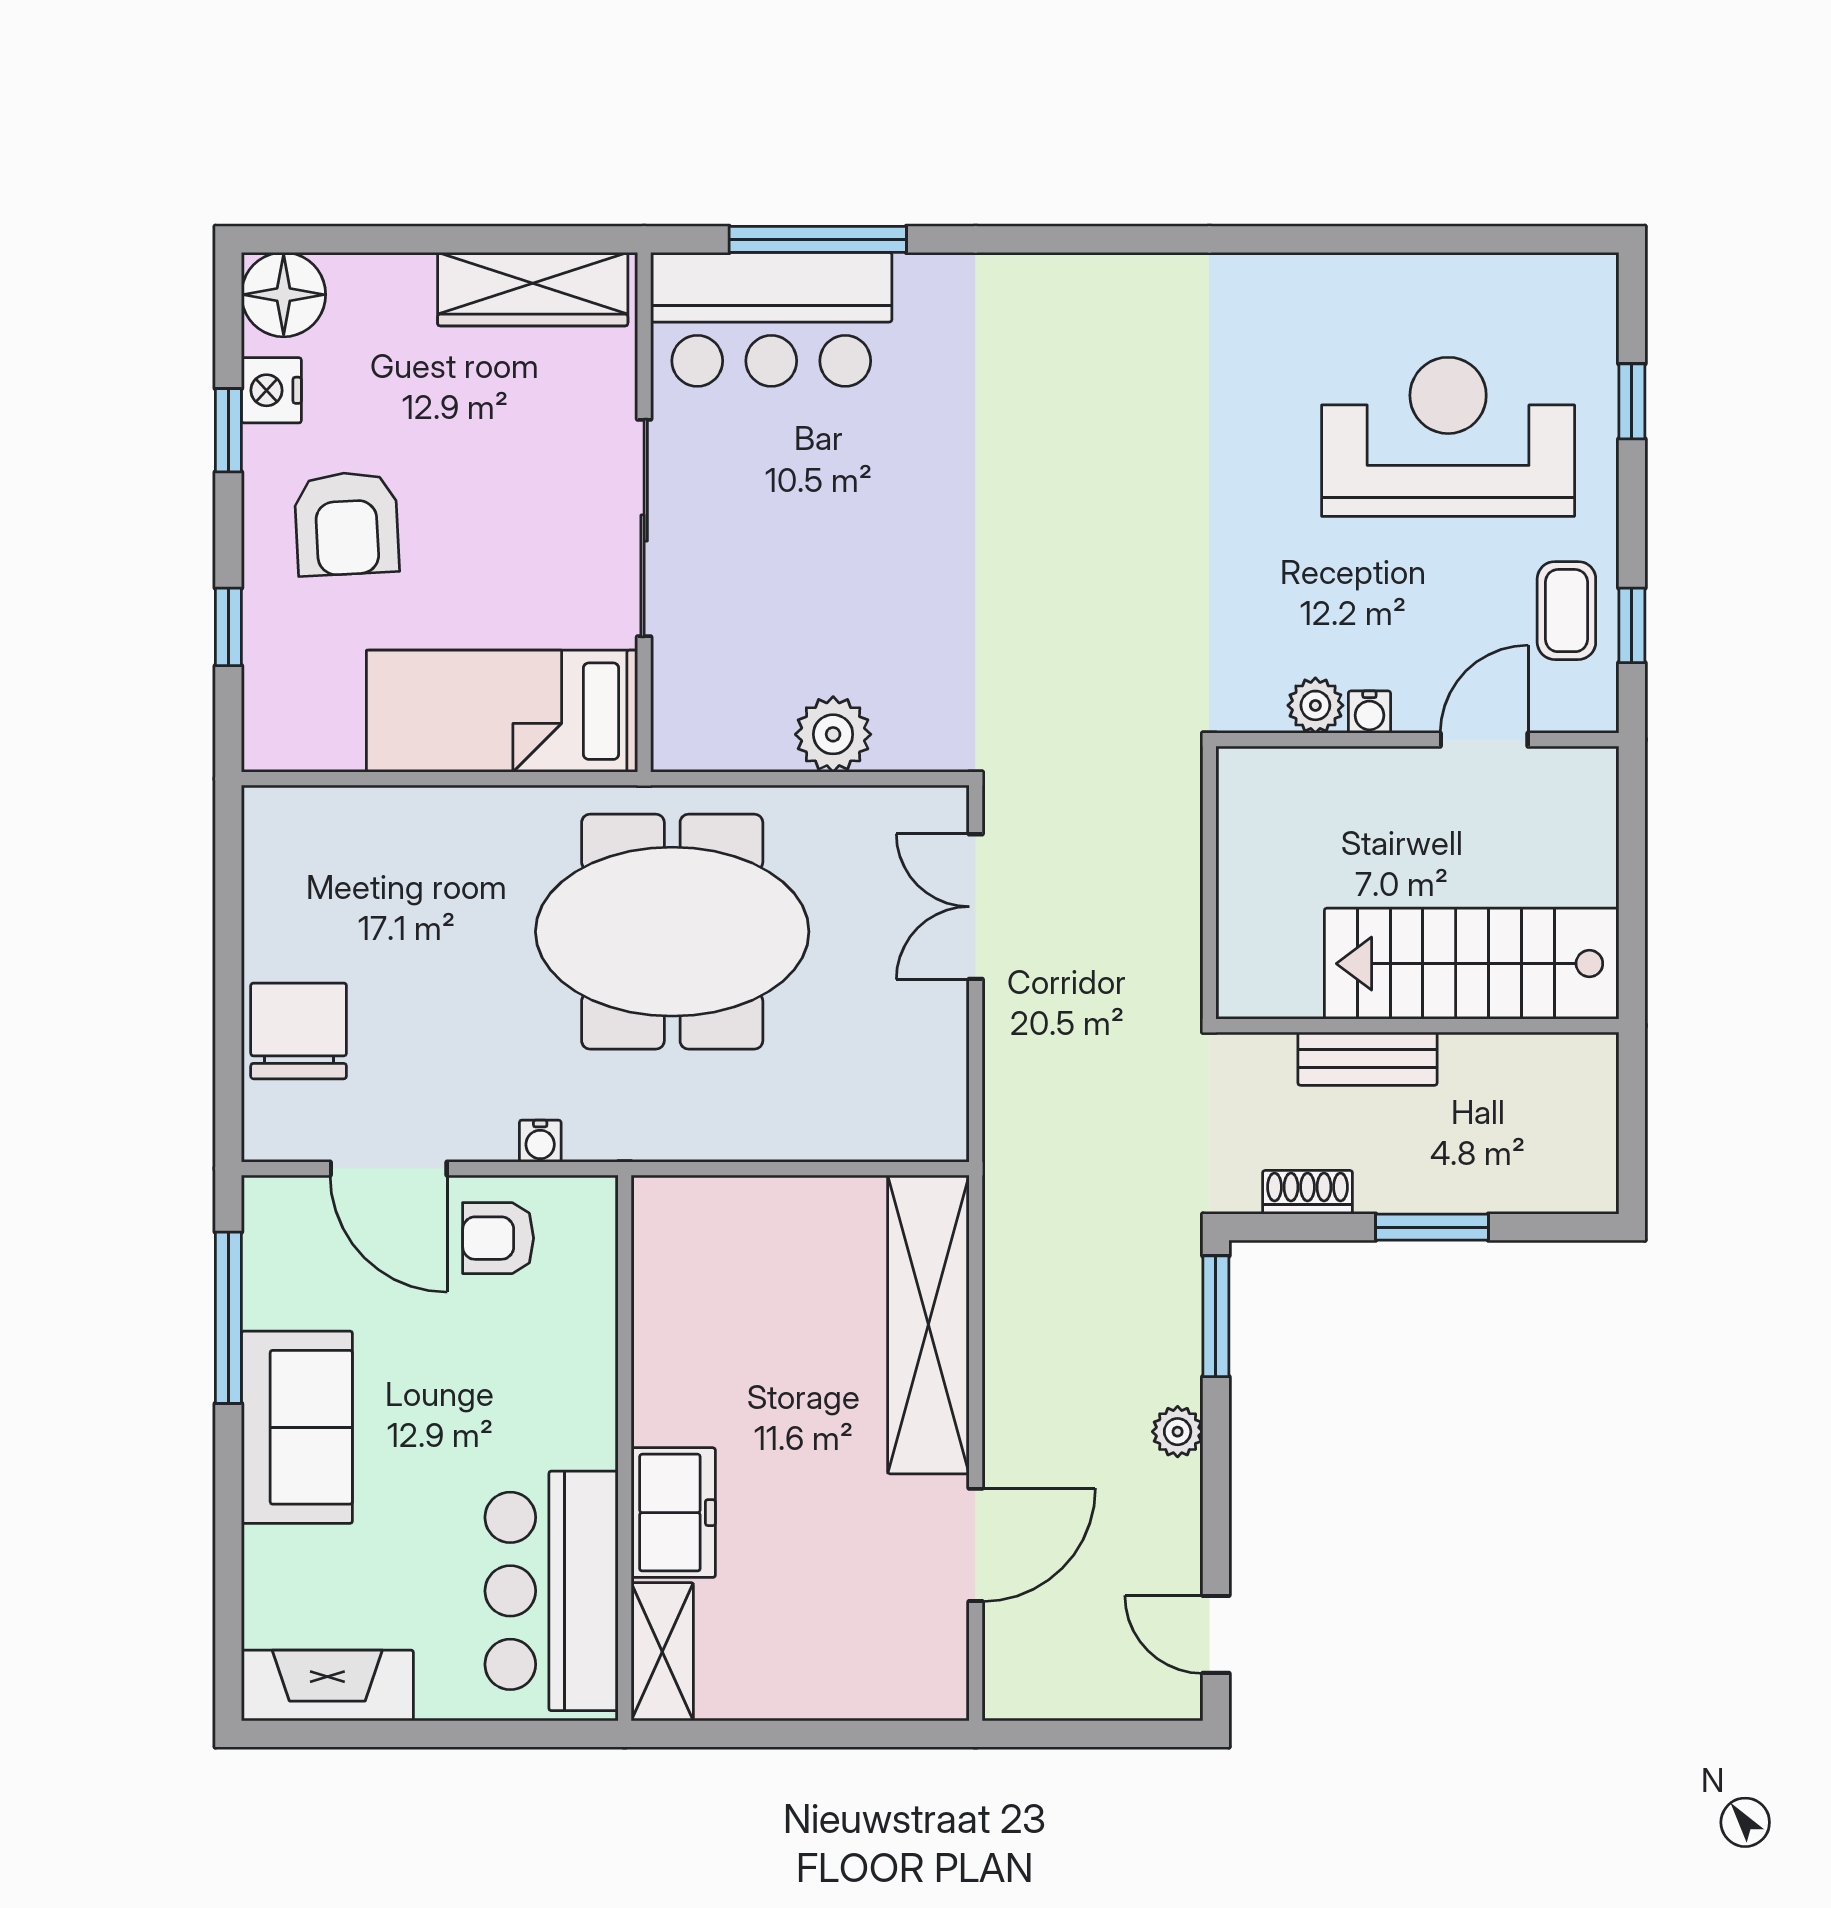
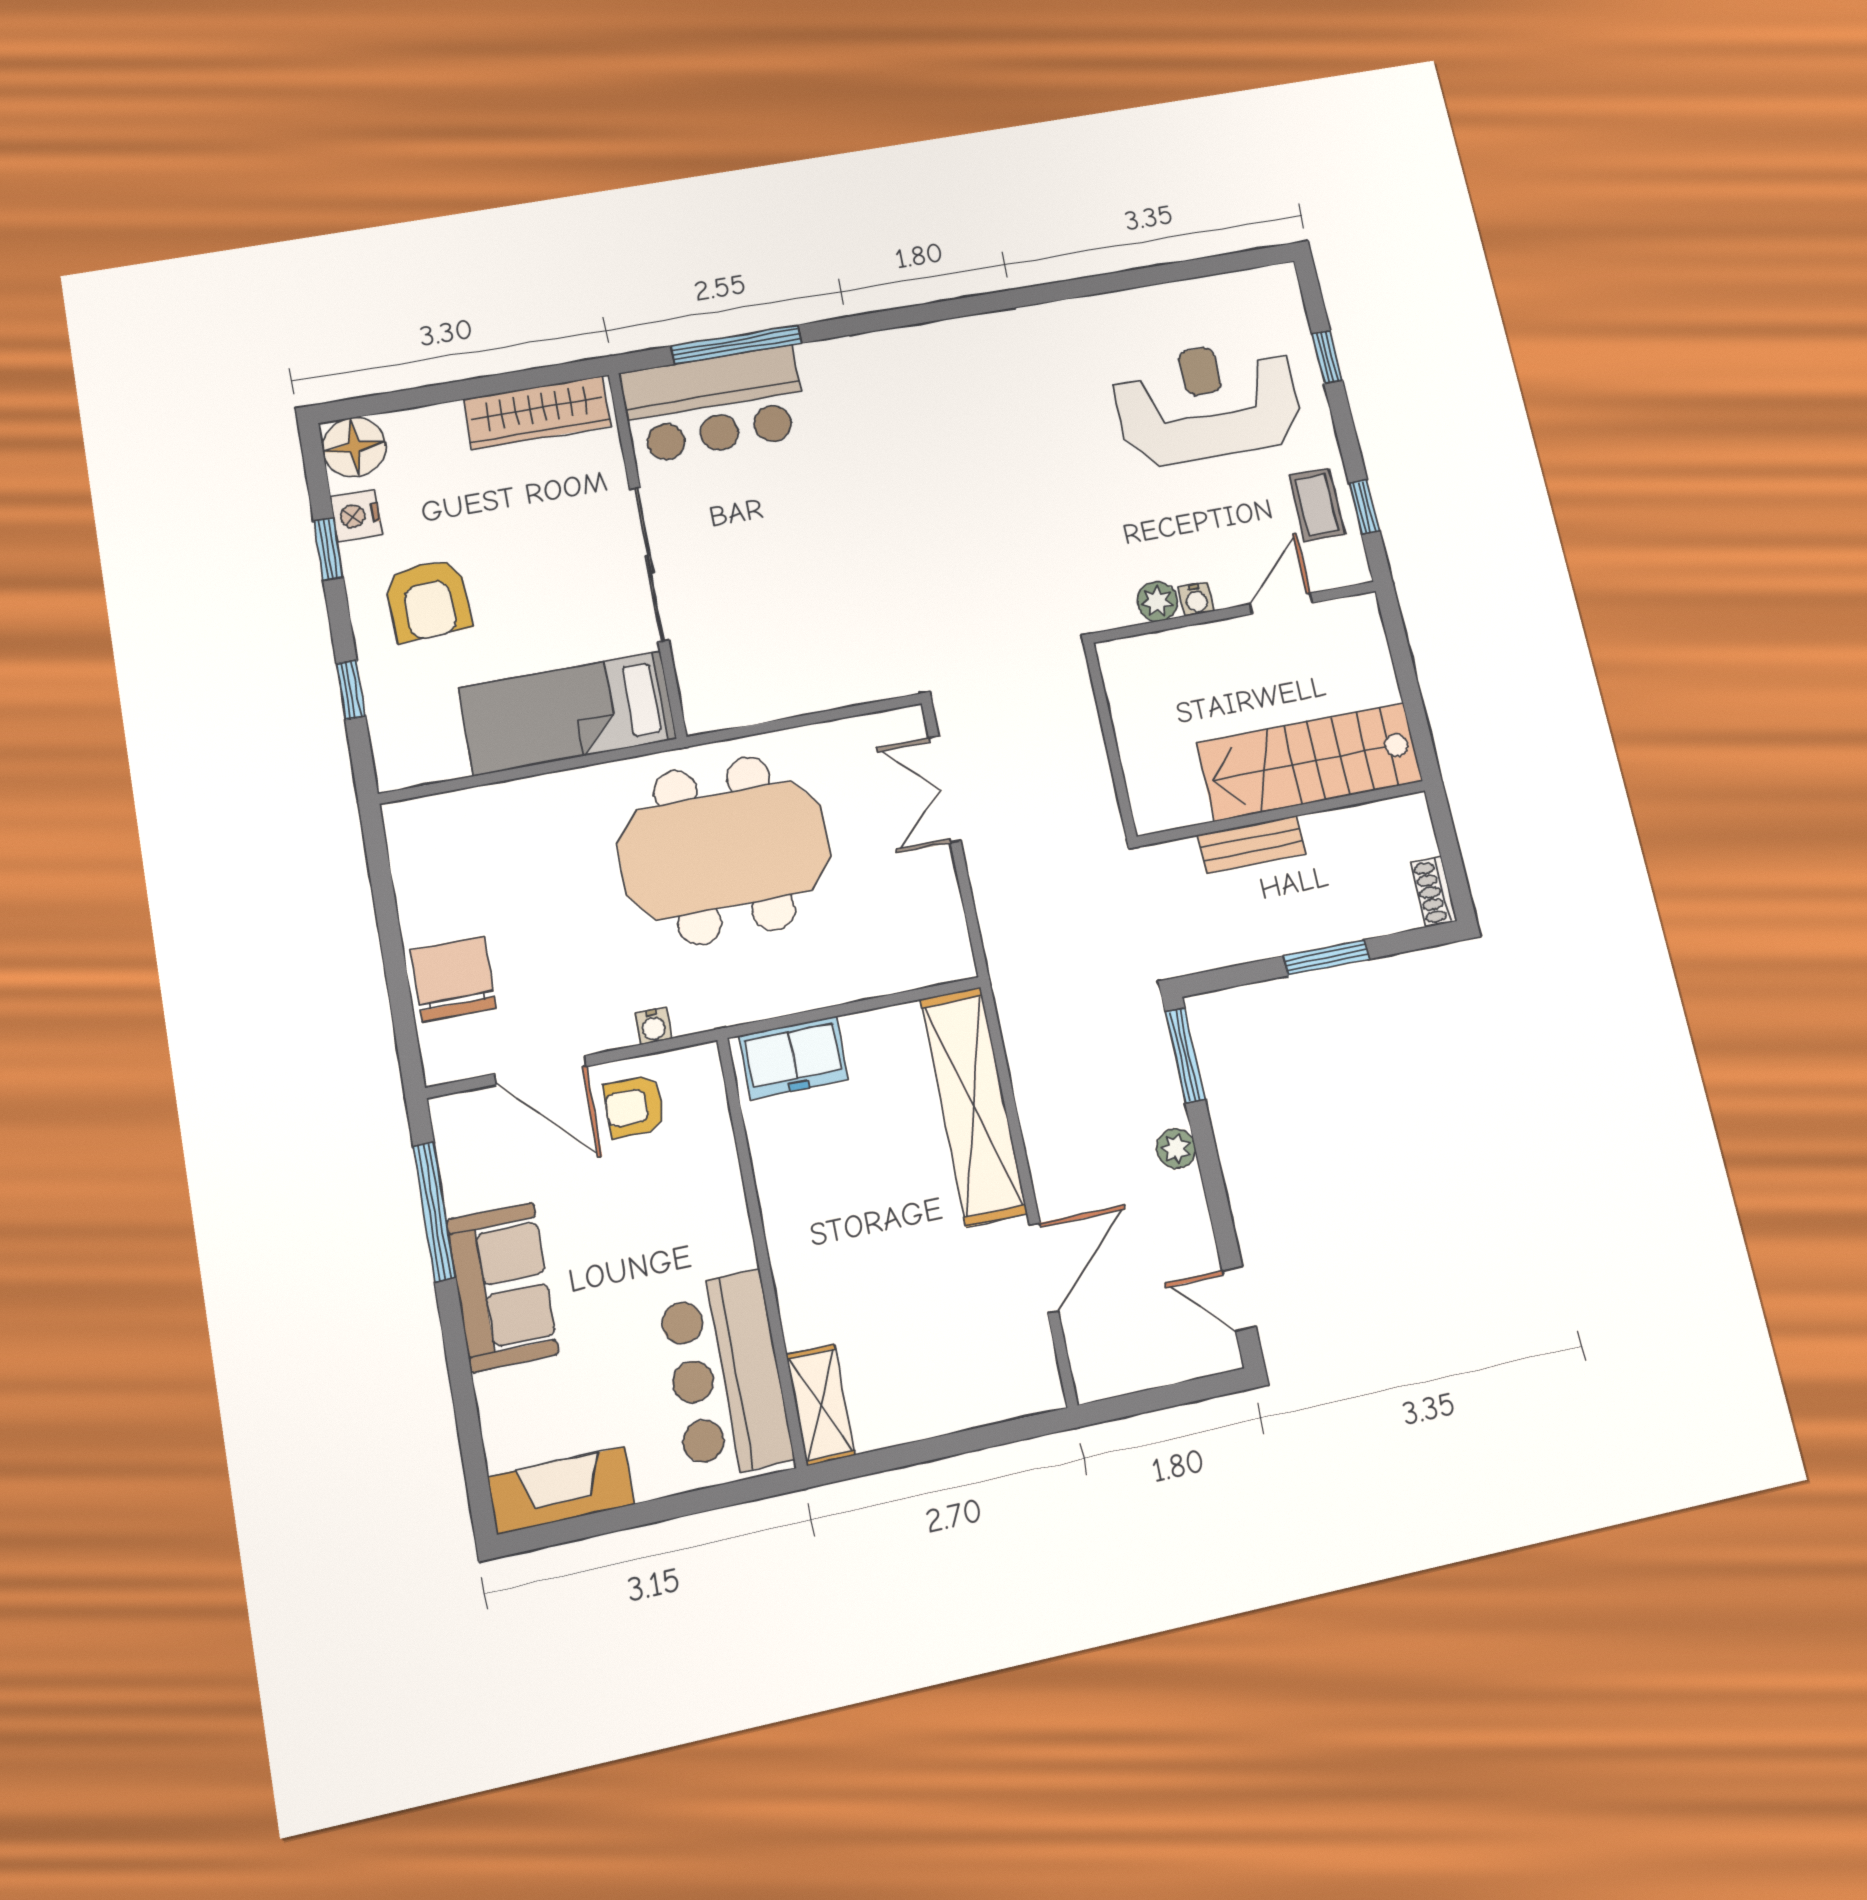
plant: (833, 734) -> (815, 685), removed
shoe rack: (1308, 1192) -> (1434, 892), moved, turned -90
freezer: (673, 1513) -> (793, 1058), moved, turned 90

